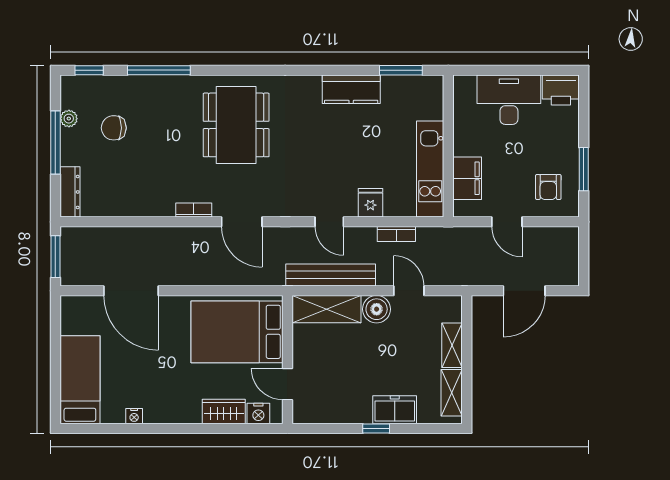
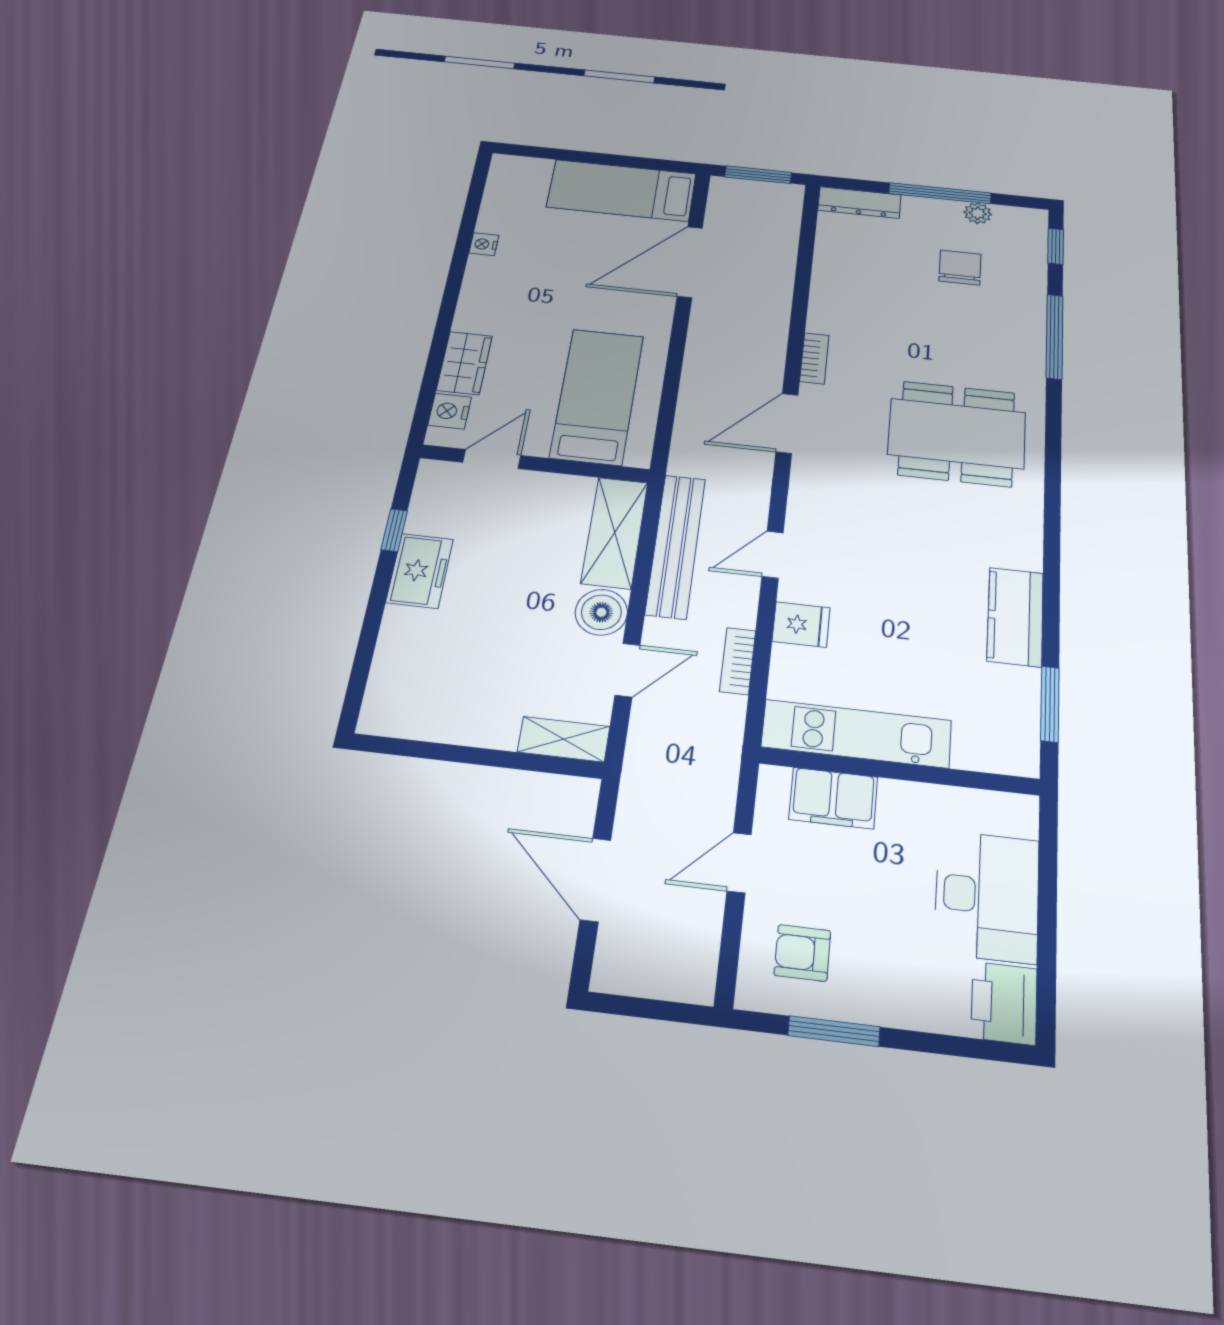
bed: (237, 332) -> (597, 396), width x0.67
shelving: (452, 345) -> (564, 739), moved
bed: (80, 380) -> (622, 190), moved, turned 180
shelving: (452, 393) -> (419, 722), removed
freezer: (395, 410) -> (420, 571), moved
window: (376, 429) -> (394, 530), moved

